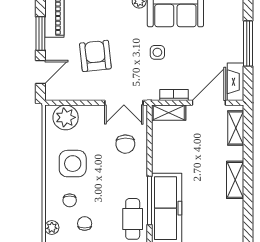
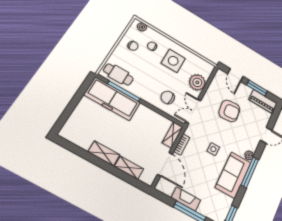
fireplace: (235, 82) -> (186, 199), moved
plant: (66, 117) -> (197, 82), moved
shelving: (236, 128) -> (129, 168), moved

